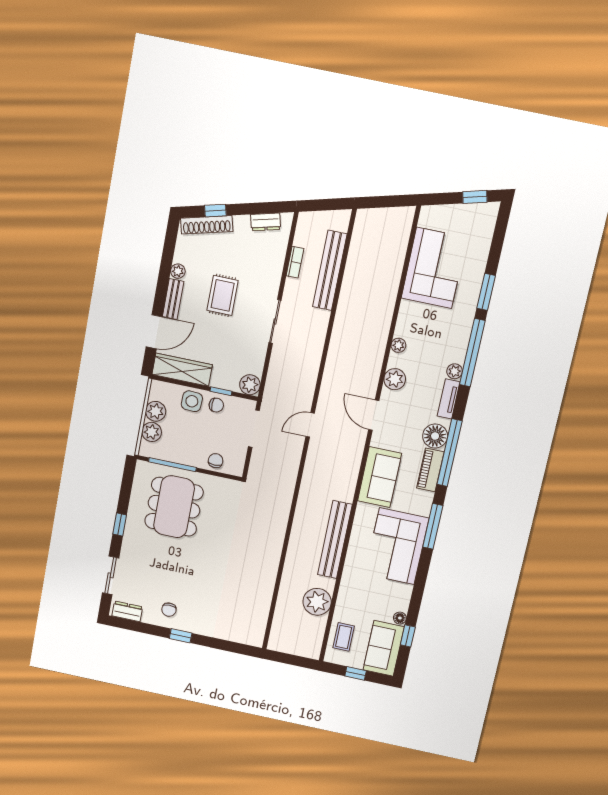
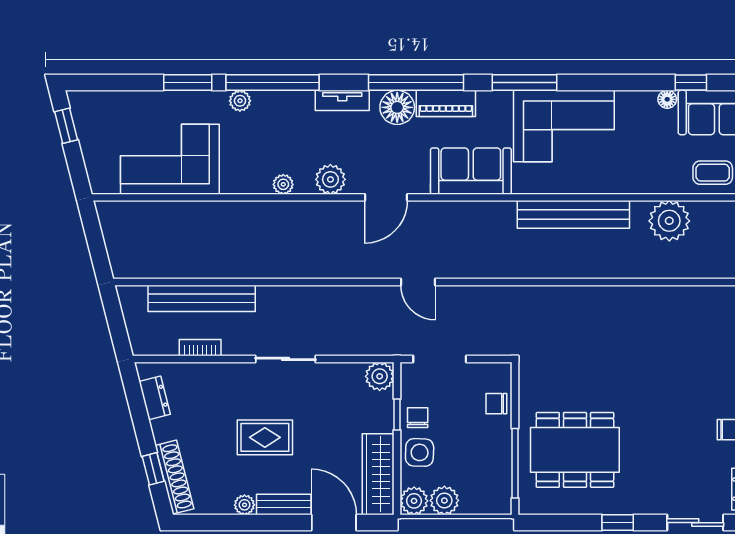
plant: (455, 371) -> (240, 101), moved
plant: (152, 432) -> (414, 501), moved

